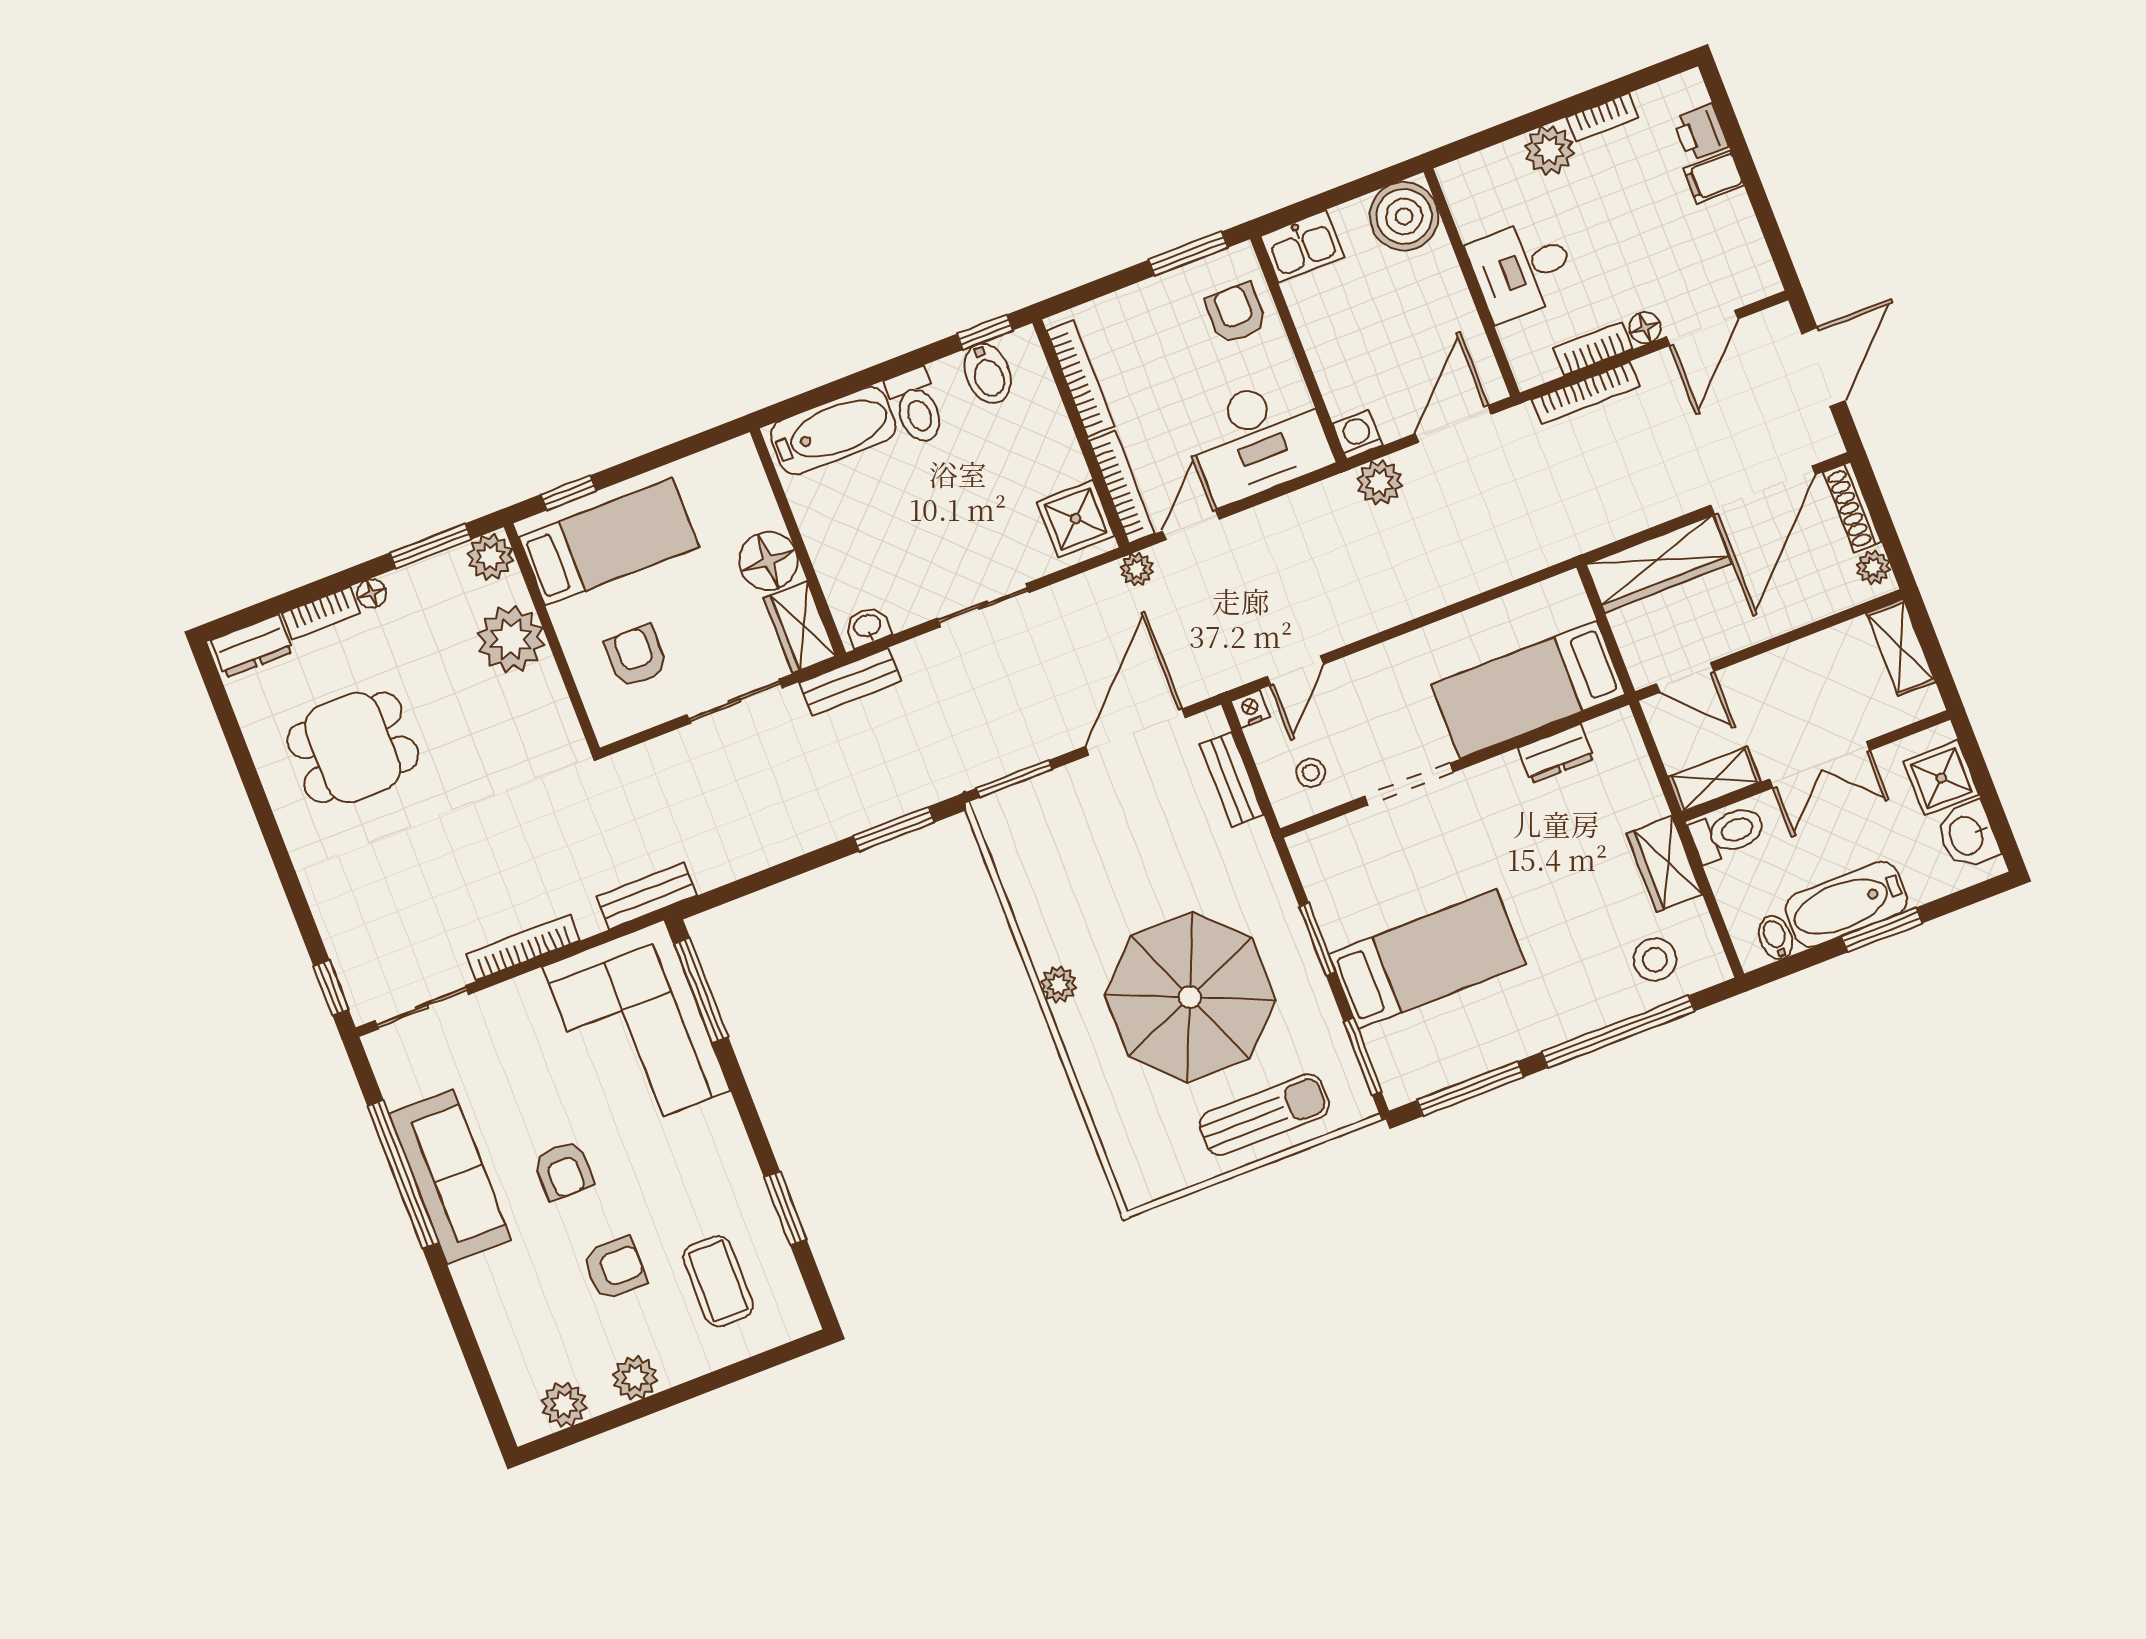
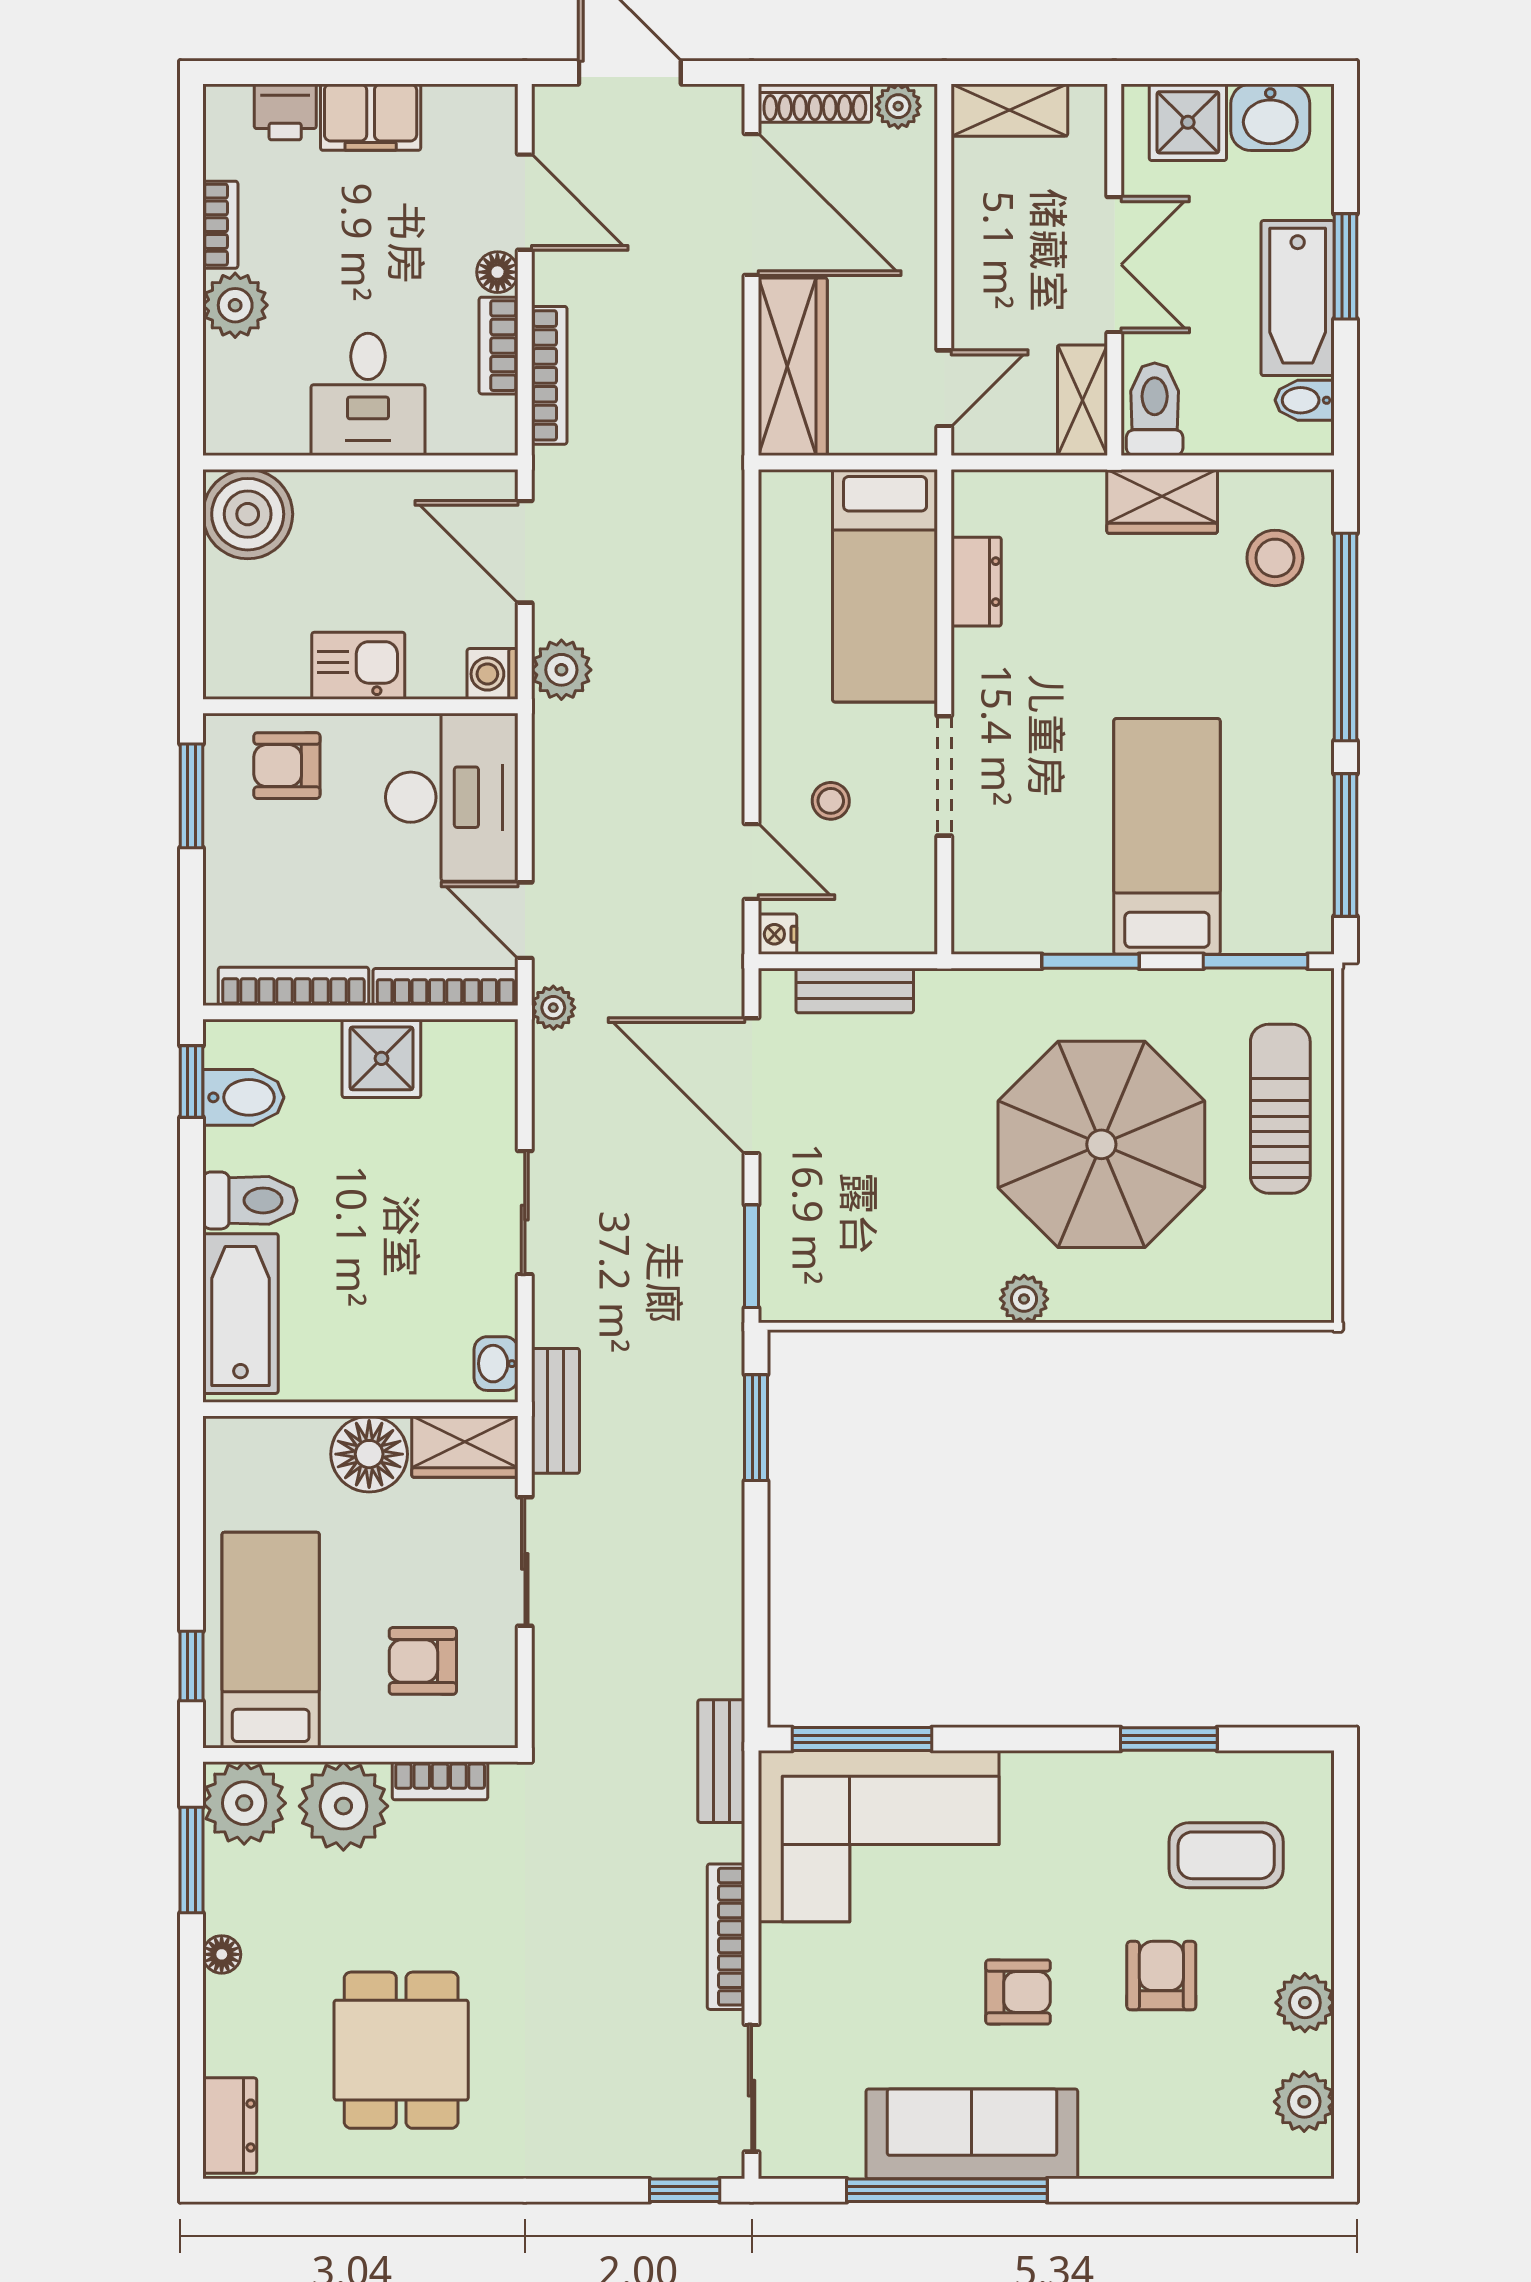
filing cabinet: (1714, 177) -> (371, 117), width x2.00
kitchen sink: (1302, 246) -> (358, 666), moved, turned -90
shower: (1076, 519) -> (381, 1058), moved
plant: (490, 557) -> (244, 1803), width x1.36, depth x1.36
bookcase: (321, 613) -> (440, 1781), moved, turned 90
stool: (1311, 773) -> (831, 801), moved

